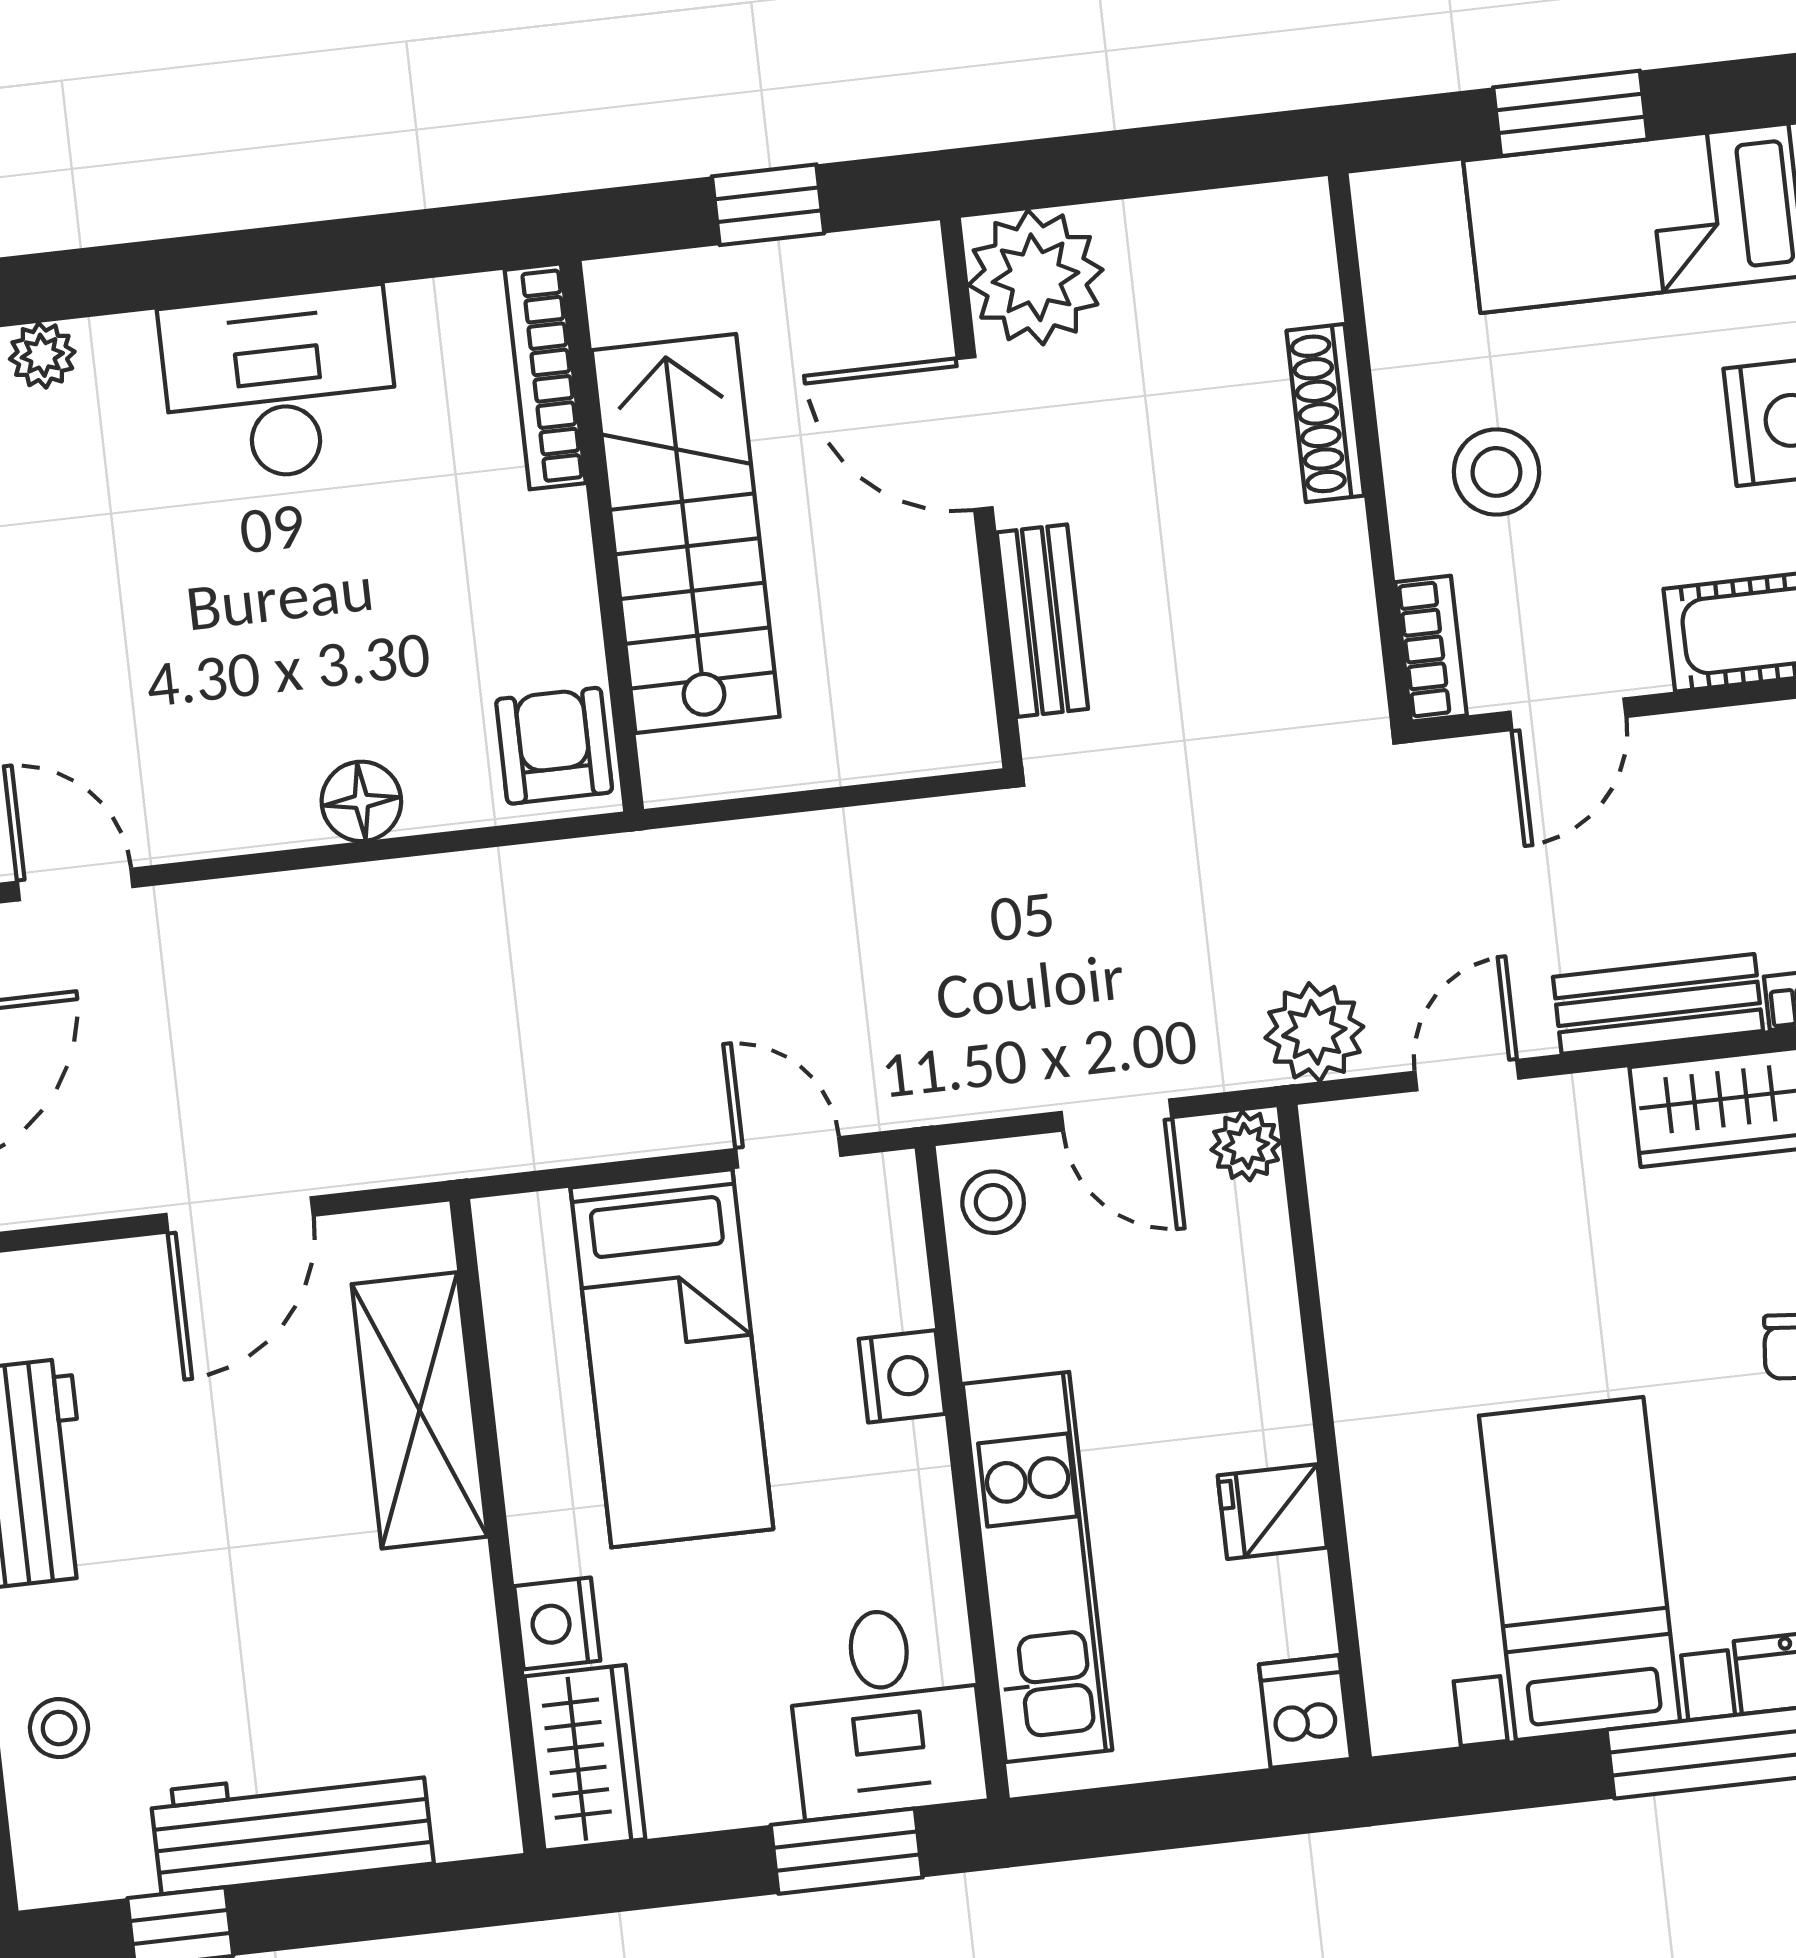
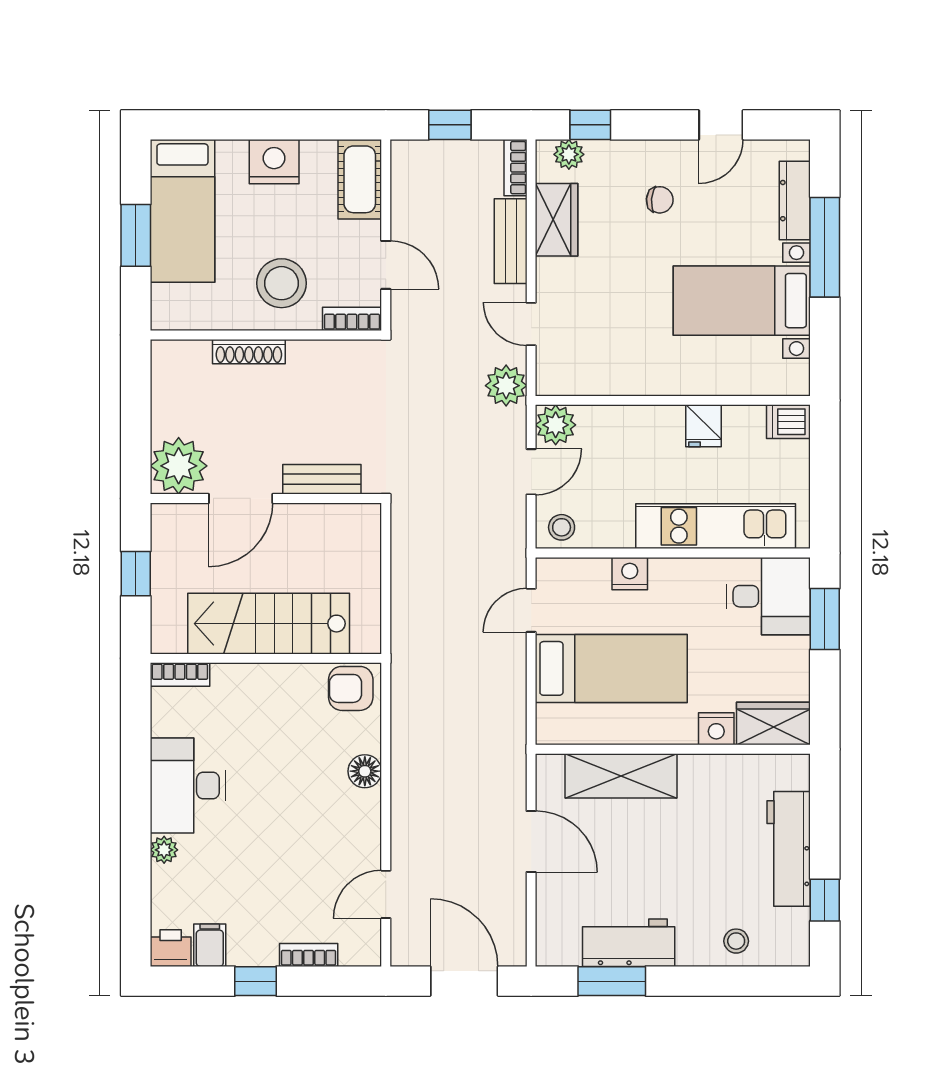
plant: (42, 355) -> (164, 850), moved
bookcase: (545, 376) -> (180, 675), width x0.64
stool: (1496, 472) -> (282, 283), width x1.38, depth x1.38
plant: (1246, 1146) -> (556, 425), width x1.38, depth x1.38

